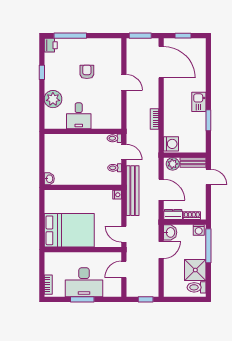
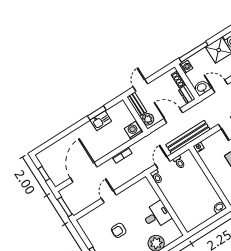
door: (161, 62) -> (84, 172), moved
kitchen sink: (199, 102) -> (101, 121), moved
door: (161, 190) -> (173, 116), hinge flipped

